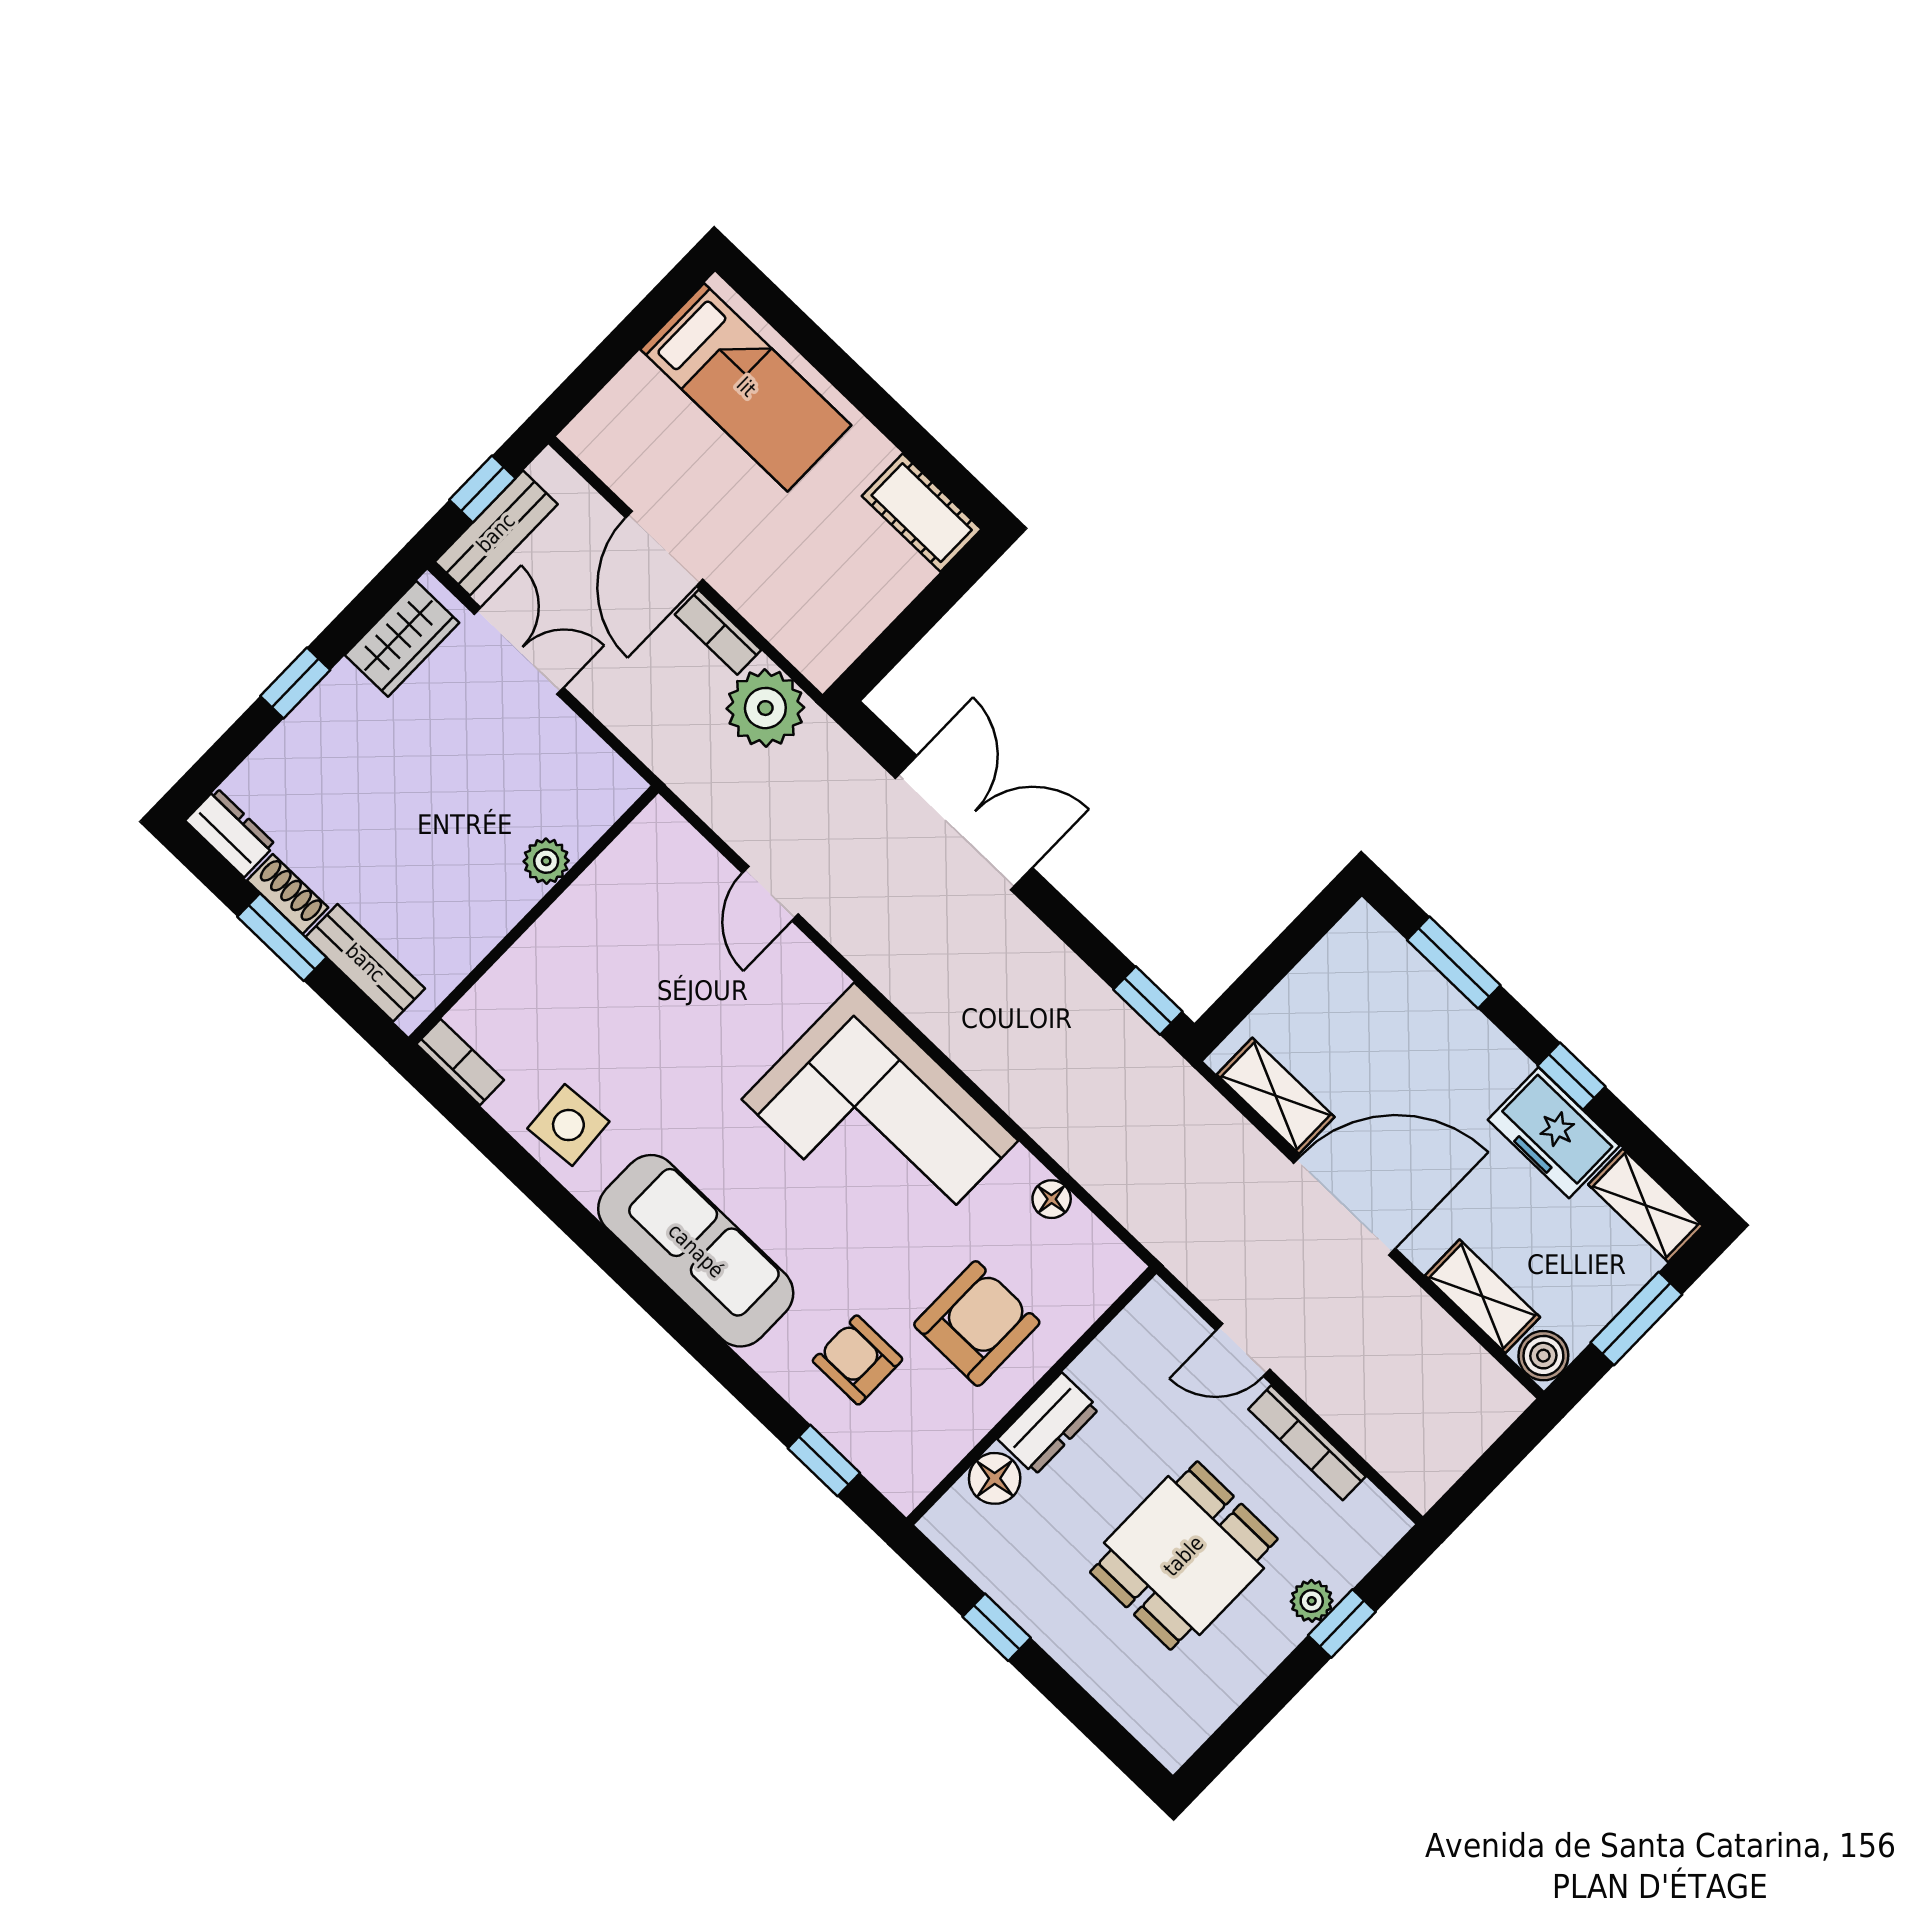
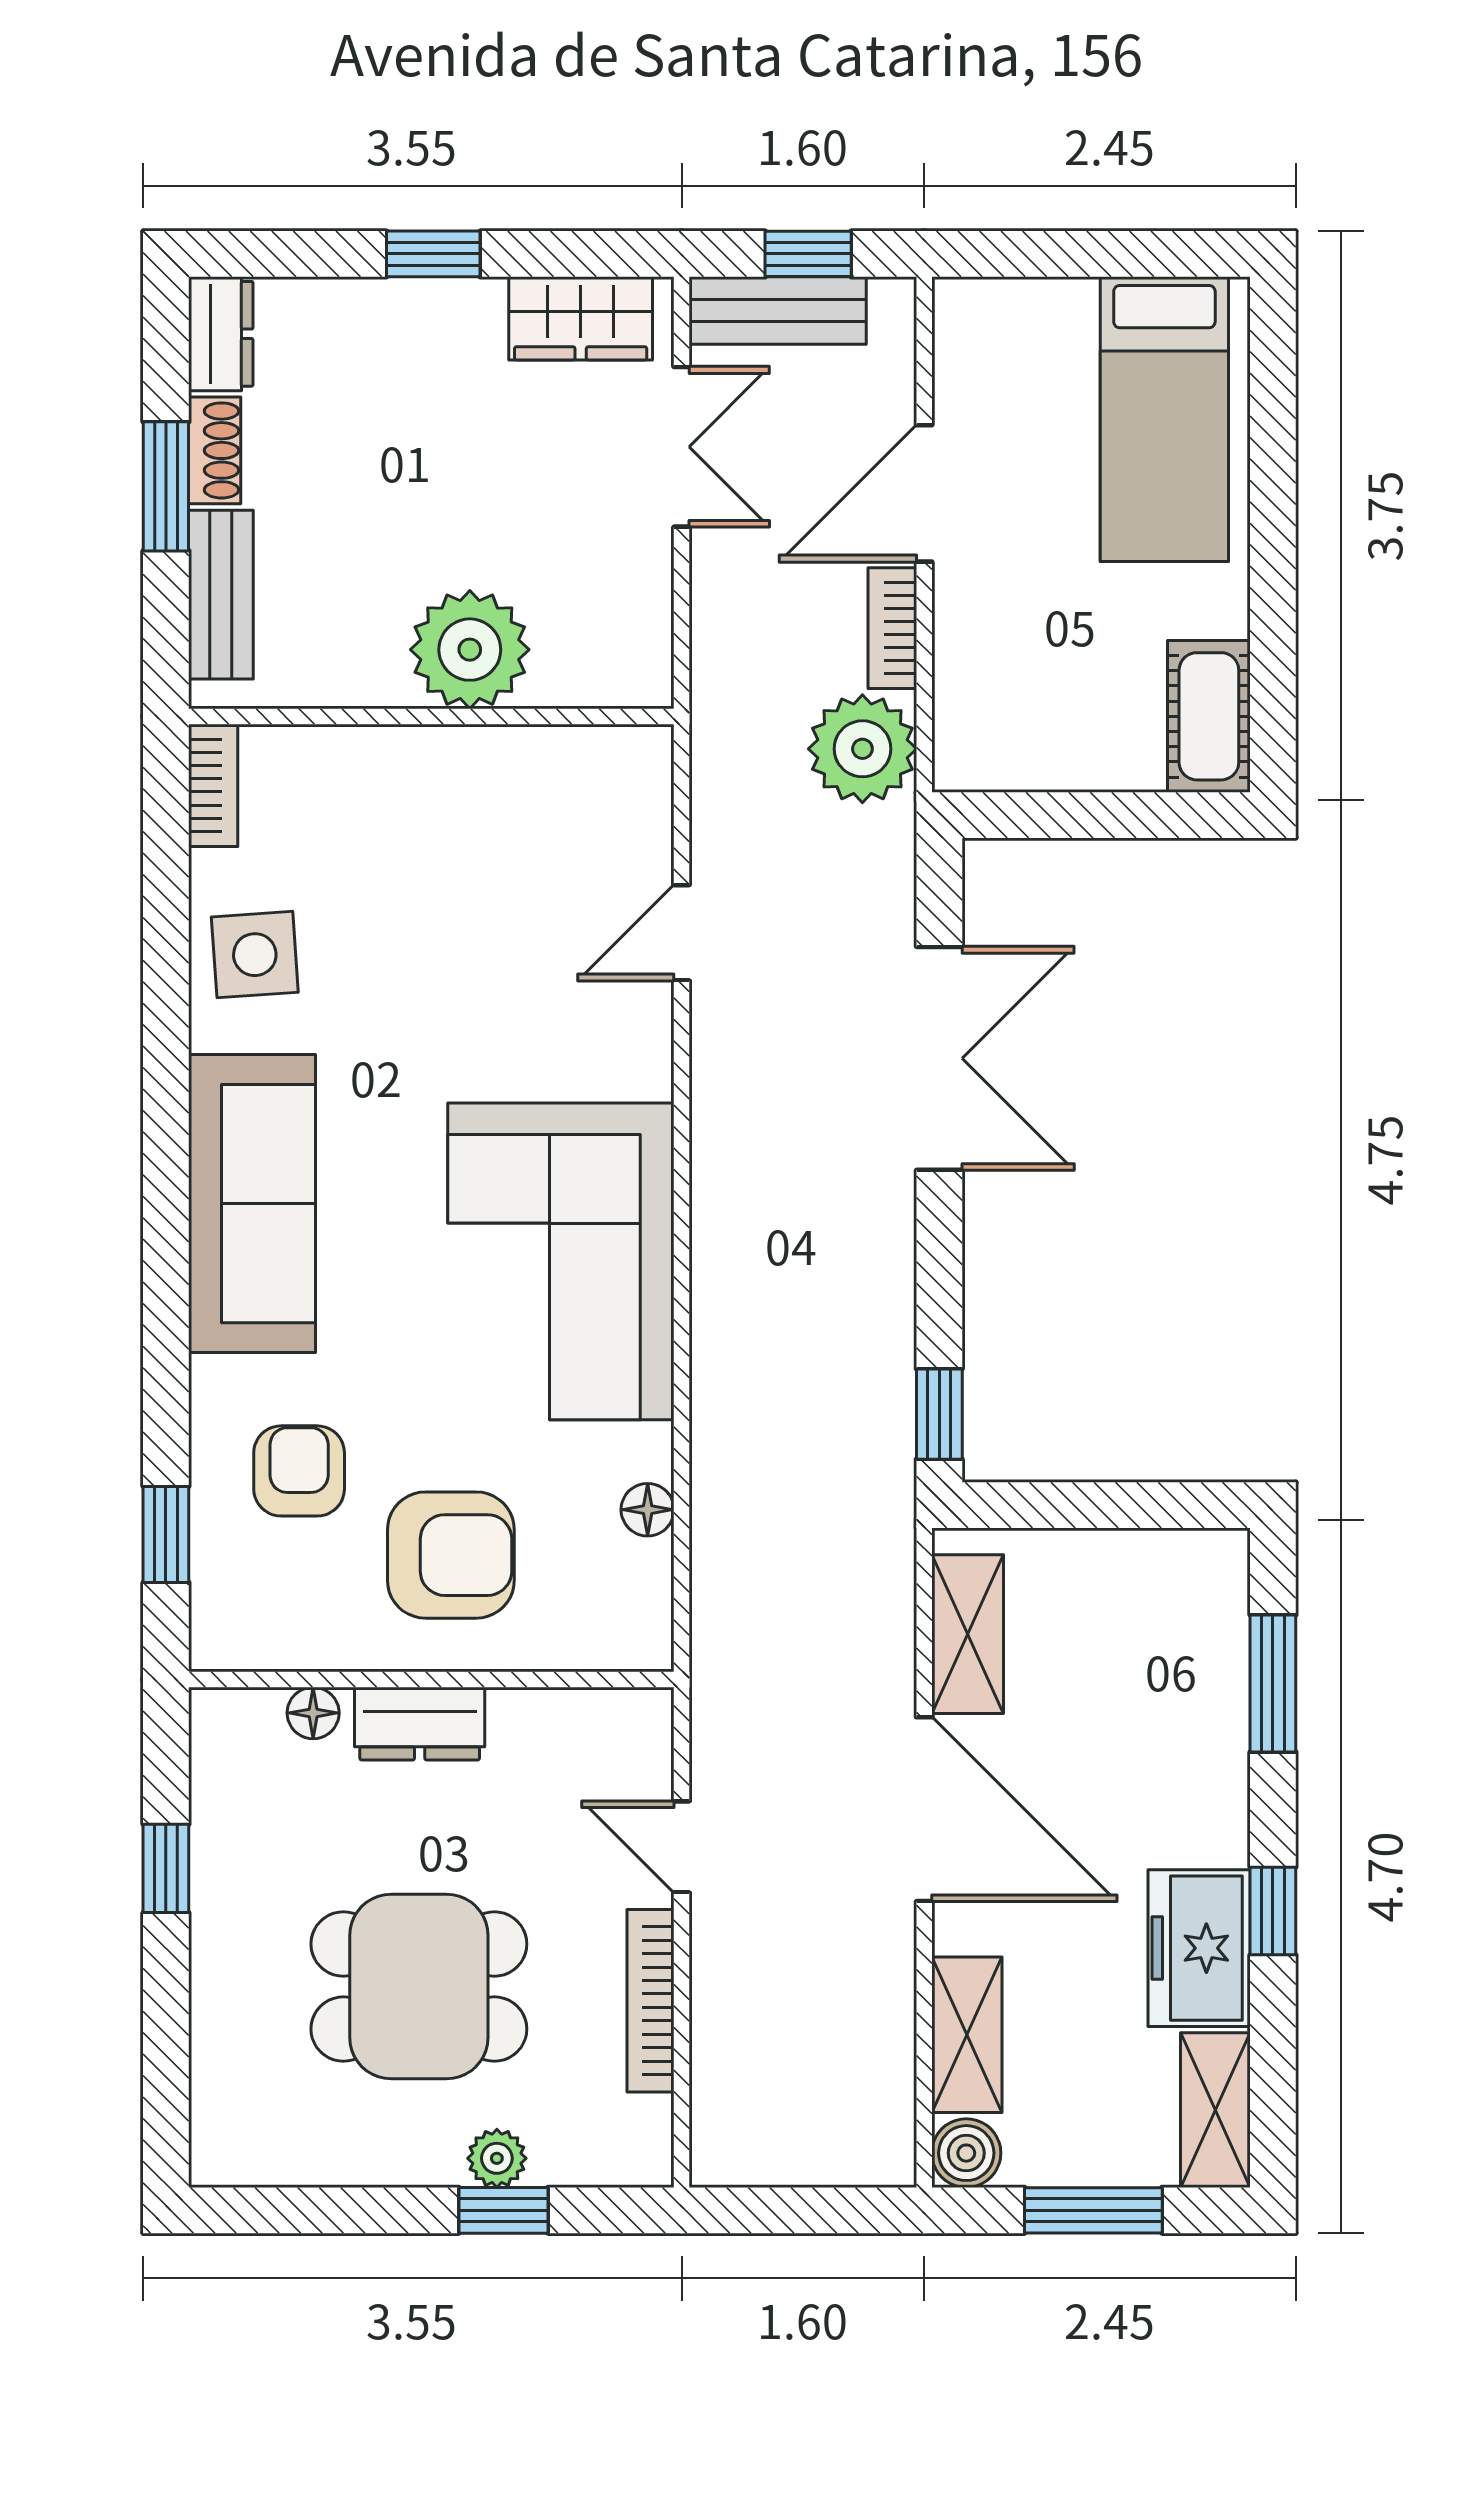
plant: (546, 861) -> (470, 650), width x1.88, depth x1.88
floor lamp: (995, 1478) -> (313, 1713), width x0.73, depth x0.73

